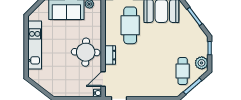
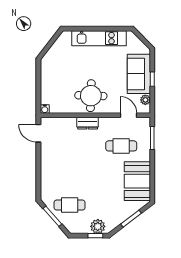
cafe table: (130, 25) -> (121, 146), width x0.73, depth x0.74
plant: (202, 63) -> (98, 226), moved
door: (103, 79) -> (129, 115), moved

